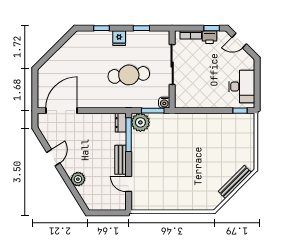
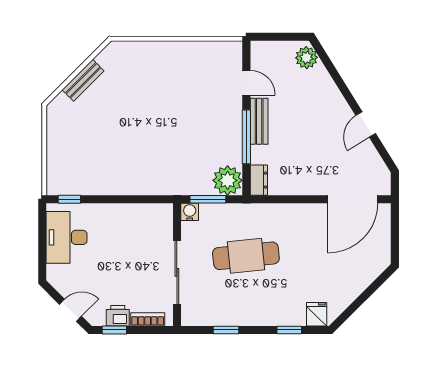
fridge: (119, 38) -> (317, 314), moved
window: (129, 135) -> (246, 137), moved
plant: (78, 179) -> (306, 58), moved
bench: (235, 182) -> (83, 80), width x0.73

